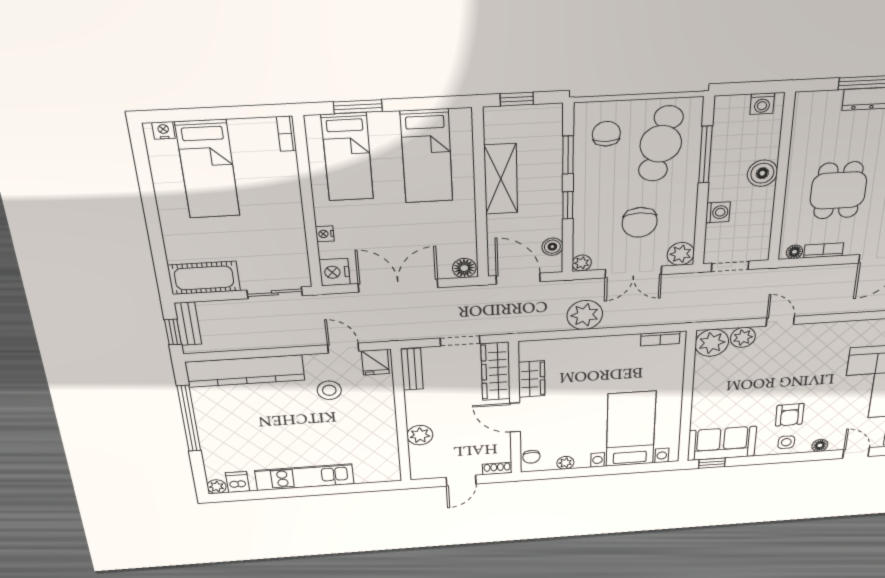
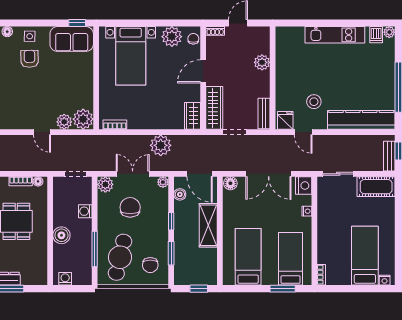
shelving: (501, 179) -> (208, 225), moved
wardrobe: (532, 379) -> (193, 116), moved
door: (515, 417) -> (203, 71), swing flipped
plant: (565, 463) -> (172, 37), width x1.87, depth x1.87

